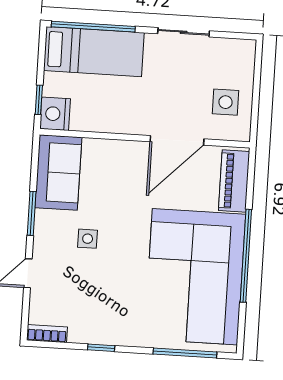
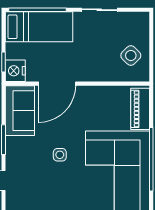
side table: (225, 102) -> (131, 56), turned 45
door: (177, 140) -> (57, 84), moved
side table: (88, 239) -> (60, 155), moved

